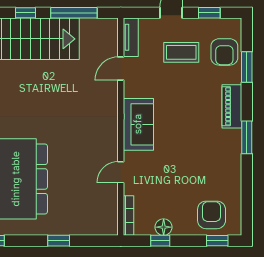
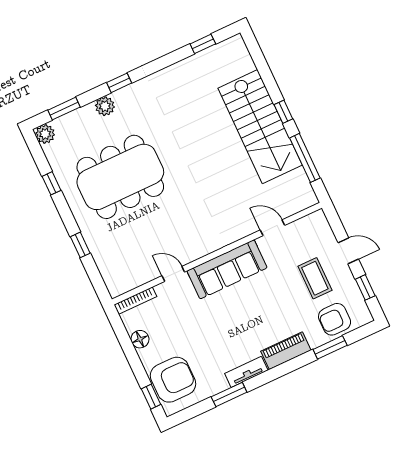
tv unit: (131, 37) -> (246, 372), moved, turned 180
sofa: (138, 124) -> (227, 269), width x1.36
window: (247, 137) -> (229, 394), moved
armchair: (212, 215) -> (173, 380), width x1.36, depth x1.36
window: (160, 241) -> (126, 342), removed

